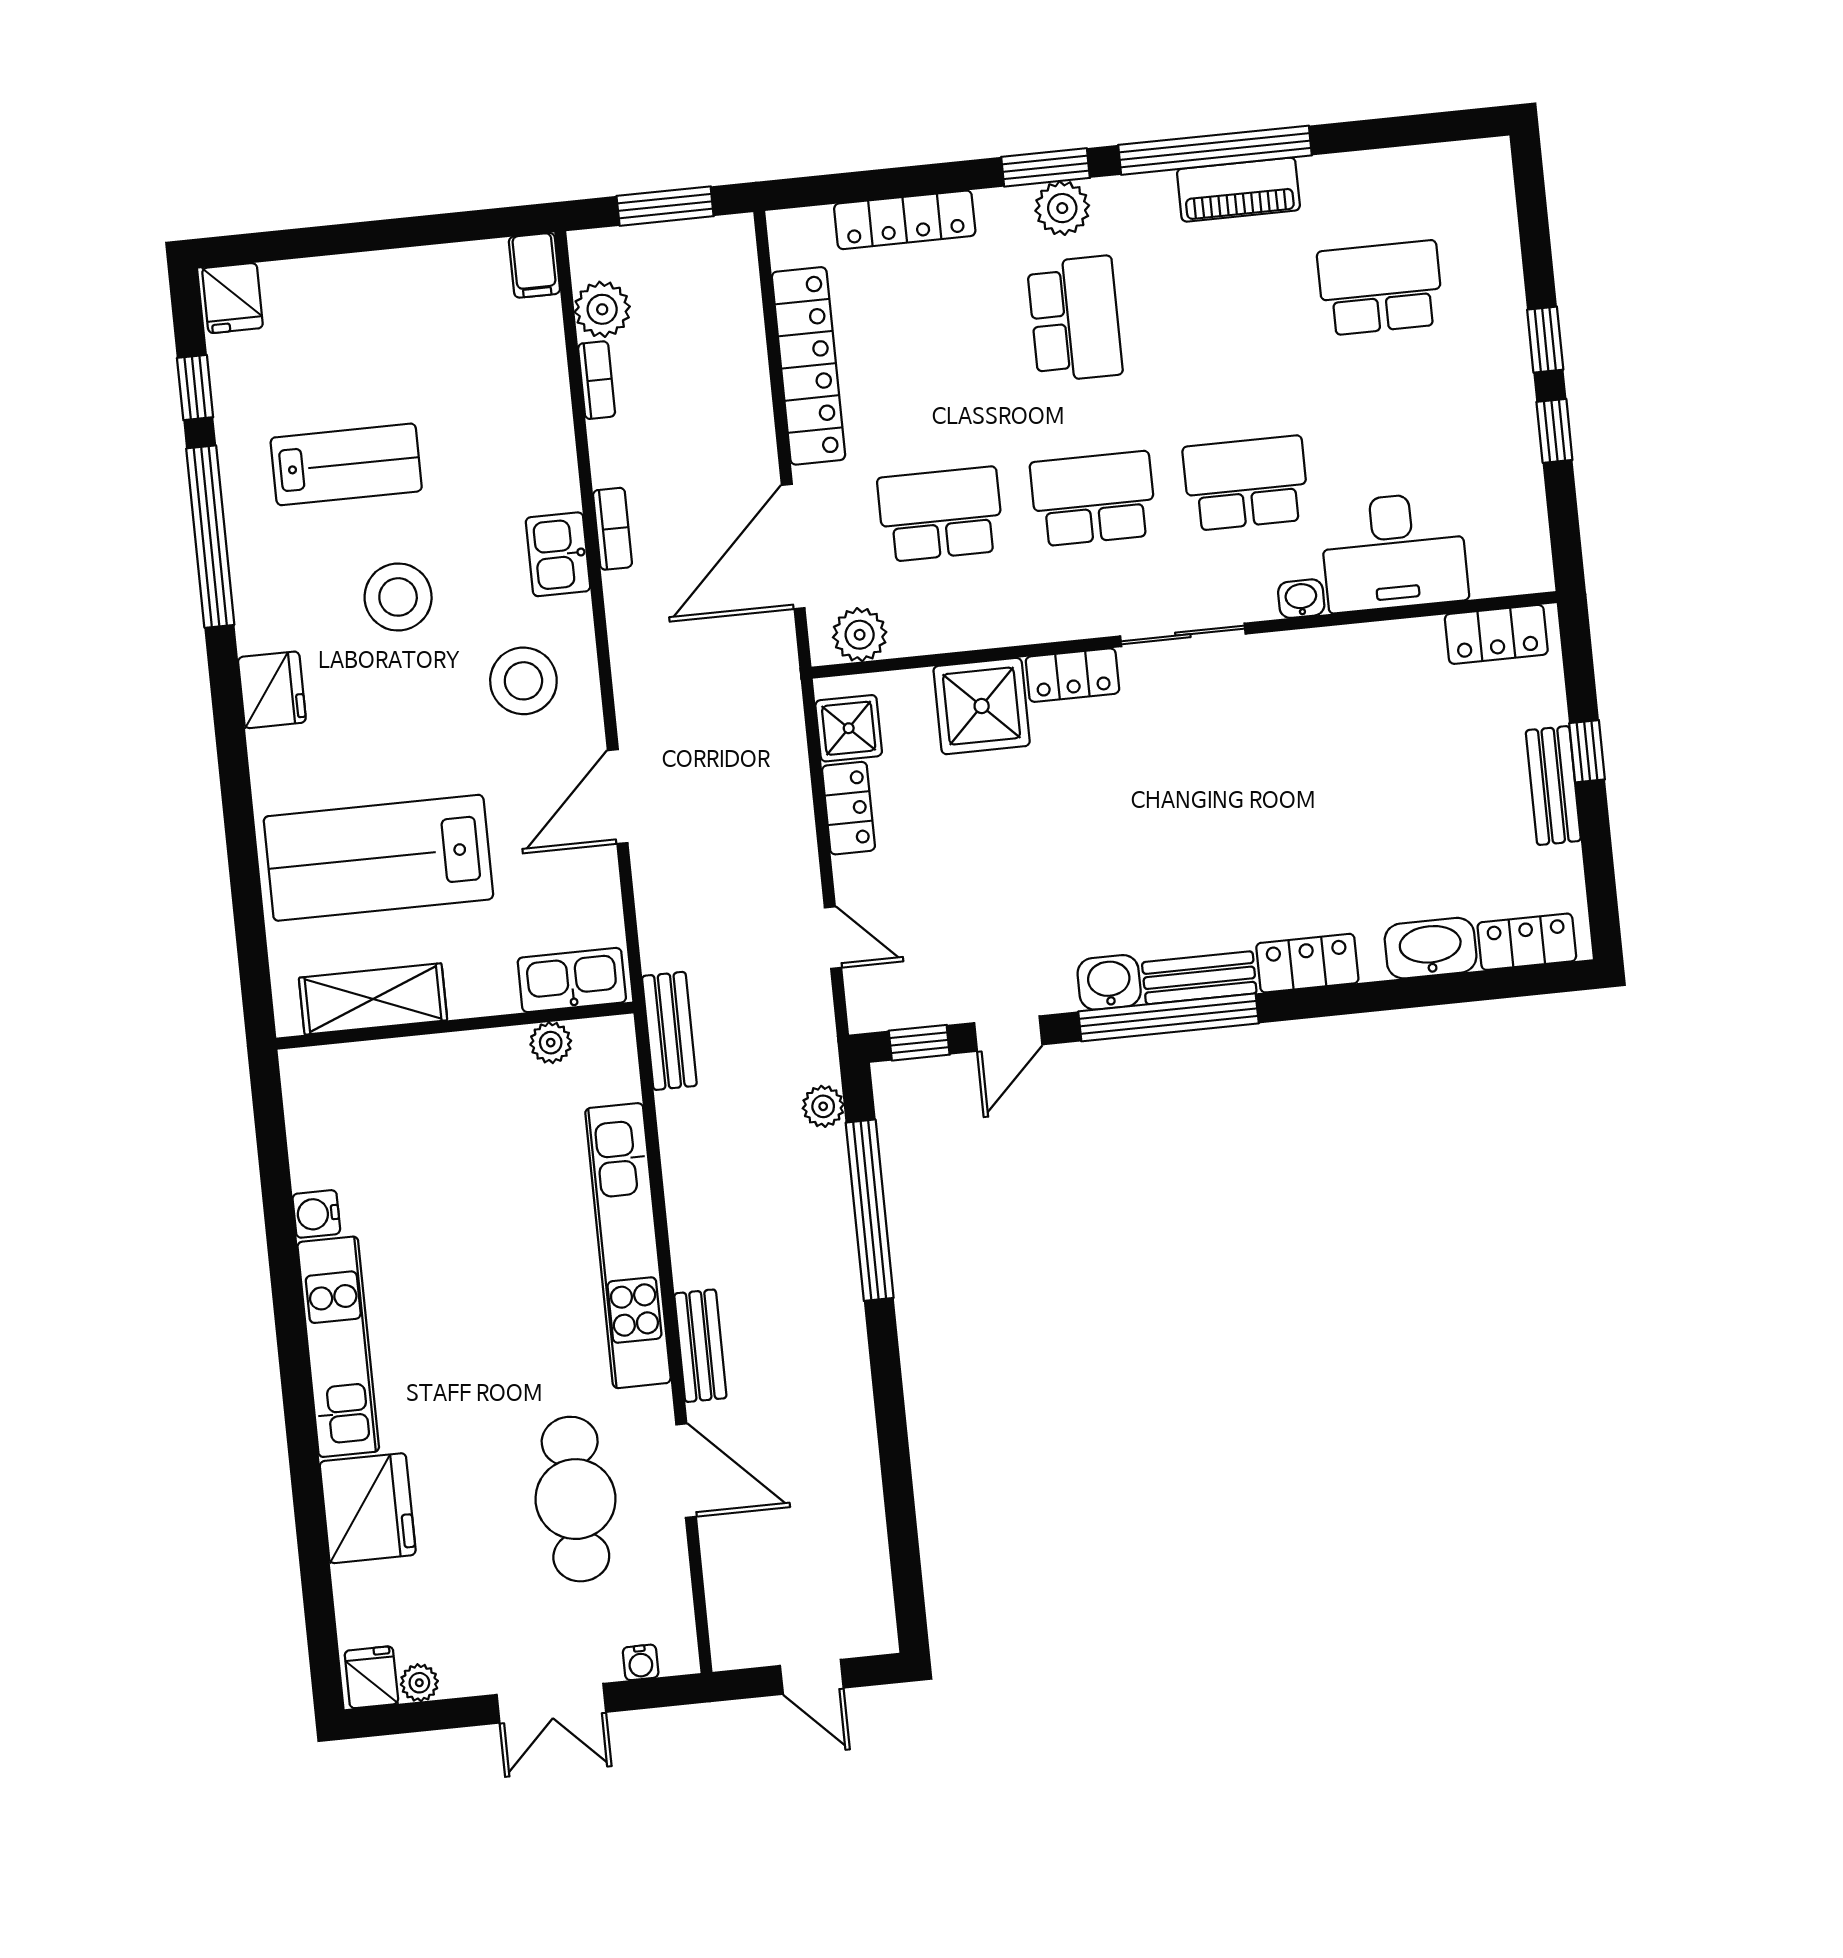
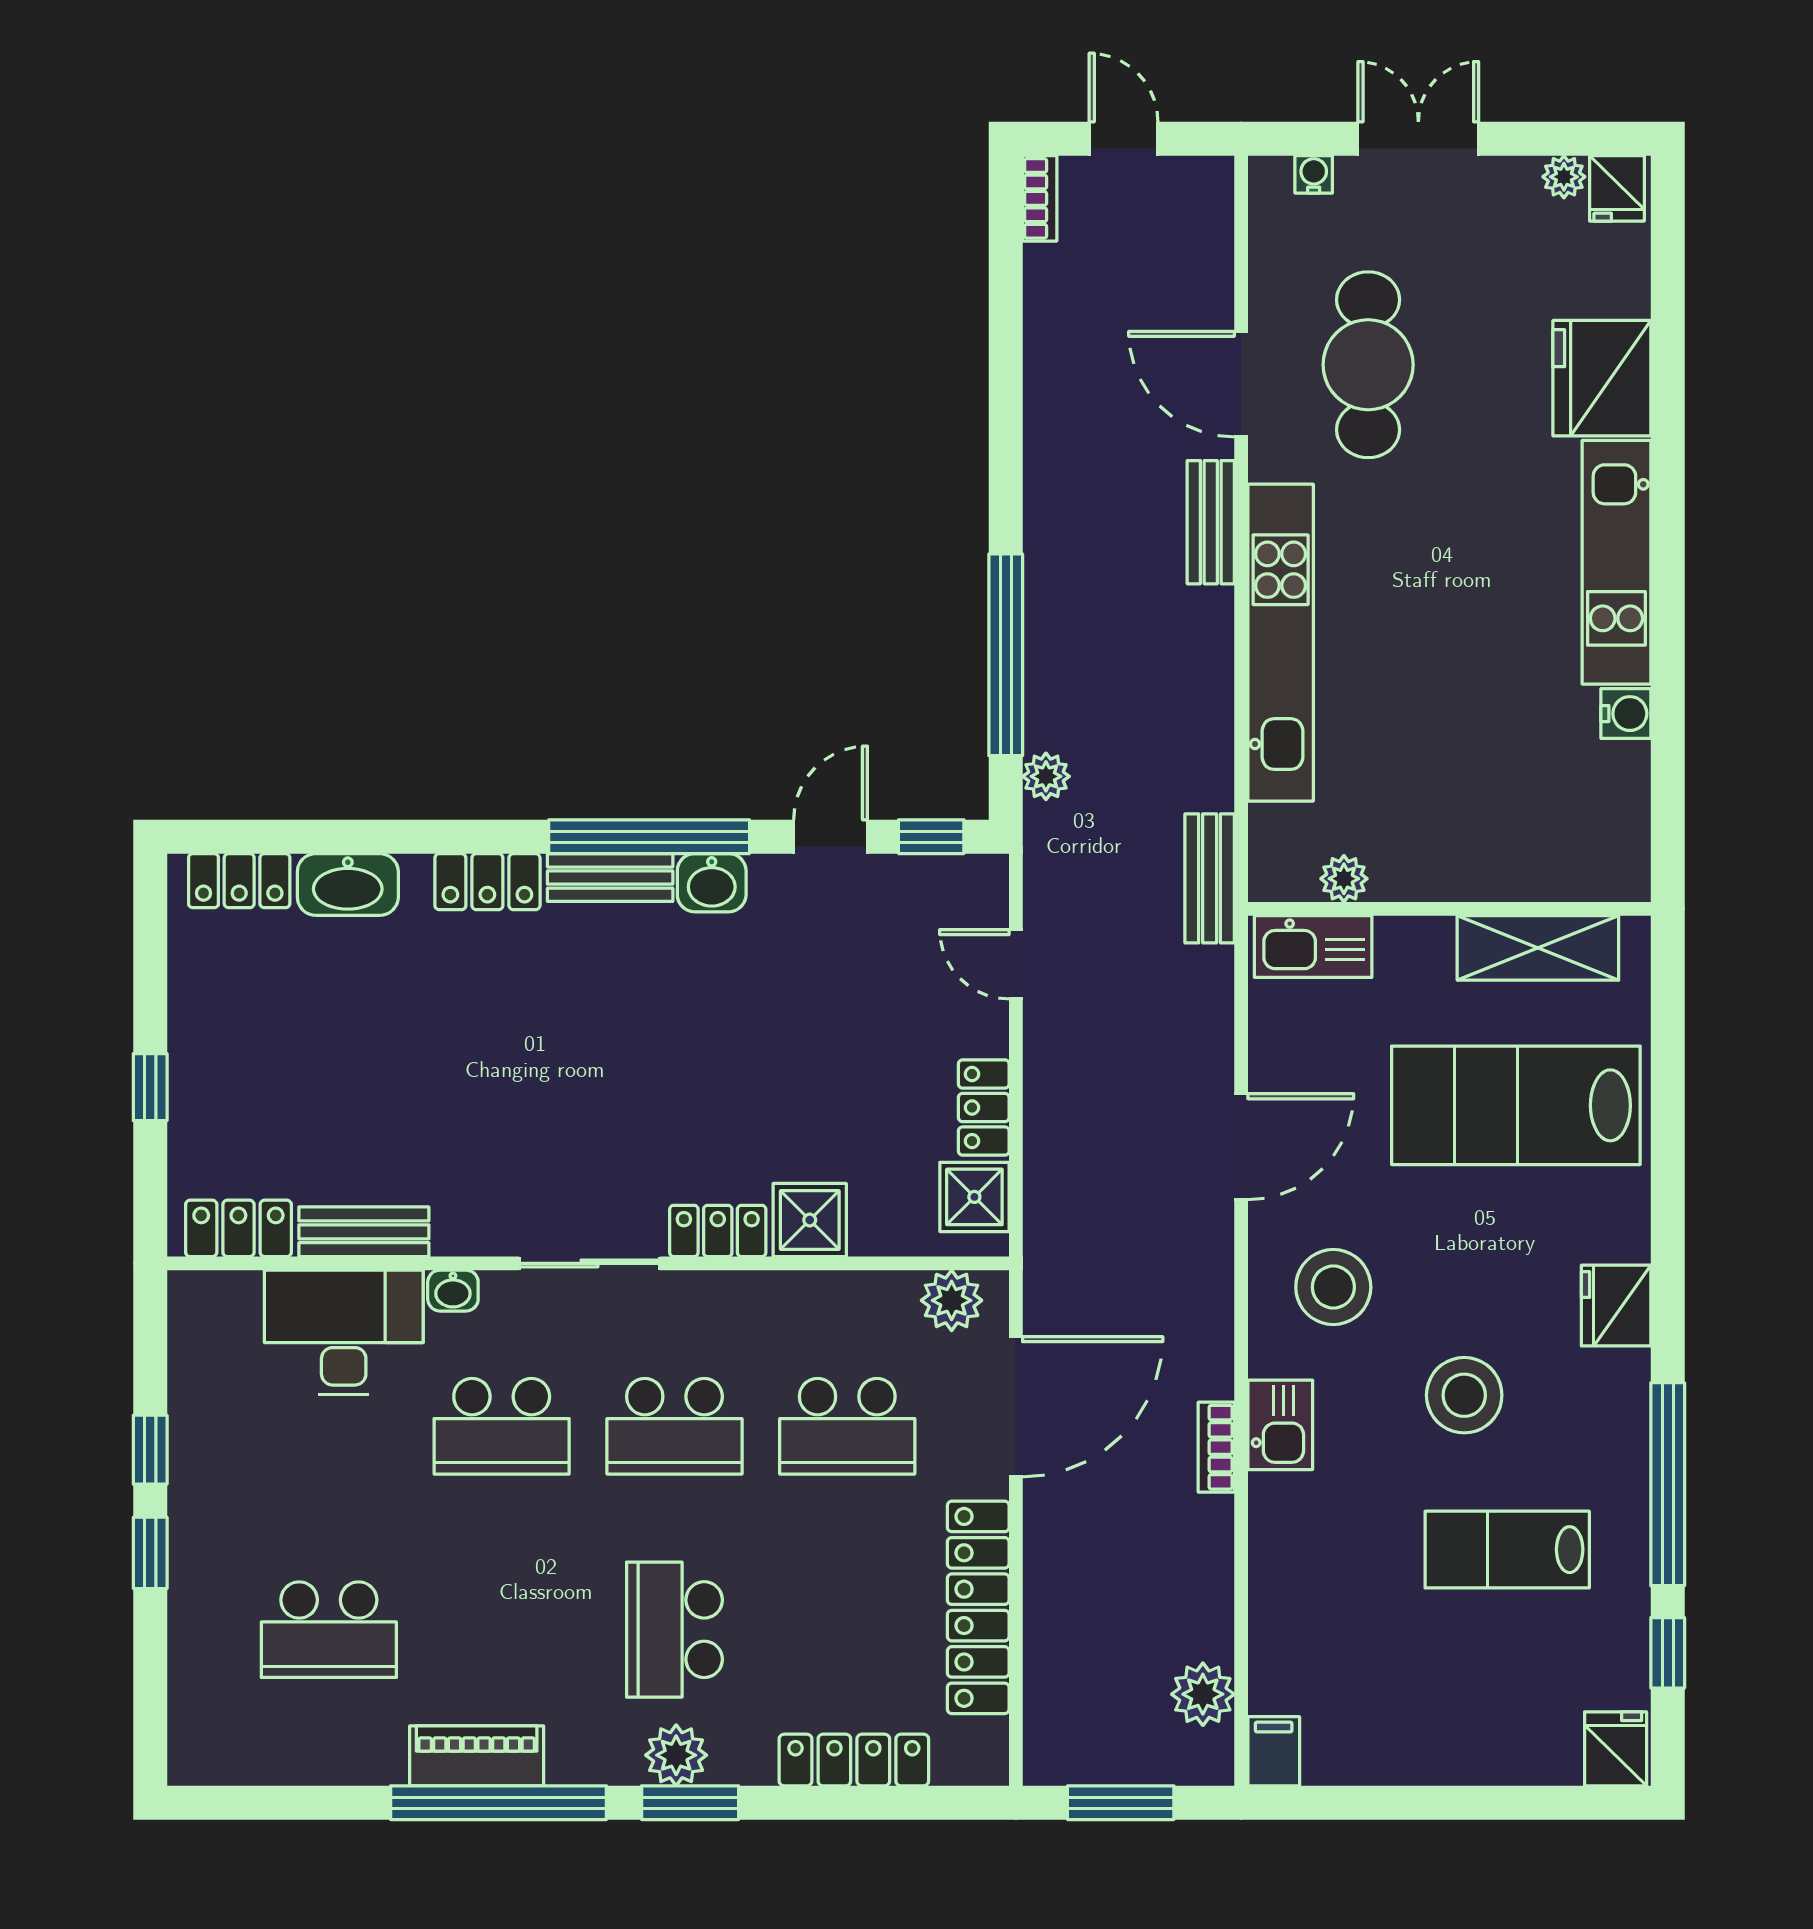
bookcase: (597, 380) -> (1040, 198), moved, turned 180
shower: (982, 706) -> (810, 1220), width x0.73, depth x0.73
bench: (1553, 786) -> (364, 1232), moved, turned 90
lab bench: (378, 858) -> (1516, 1105), turned 180

